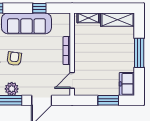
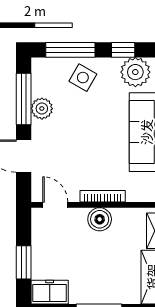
boiler: (81, 52) -> (100, 219), added
armchair: (14, 59) -> (90, 113), removed

